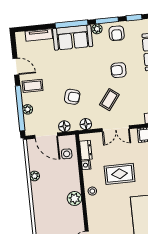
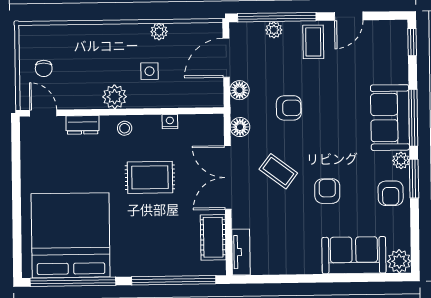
window: (134, 18) -> (412, 42), moved
armchair: (117, 33) -> (391, 193), turned -90
tv unit: (39, 35) -> (399, 60), removed
armchair: (72, 97) -> (289, 108), turned -106
double door: (116, 129) -> (228, 178), width x1.37
dresser: (86, 150) -> (83, 125), moved
side table: (67, 154) -> (150, 71), moved
rug: (120, 174) -> (150, 177), turned 90

